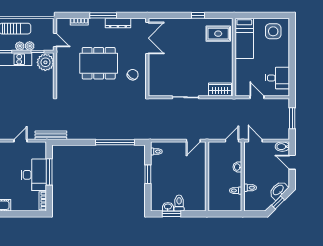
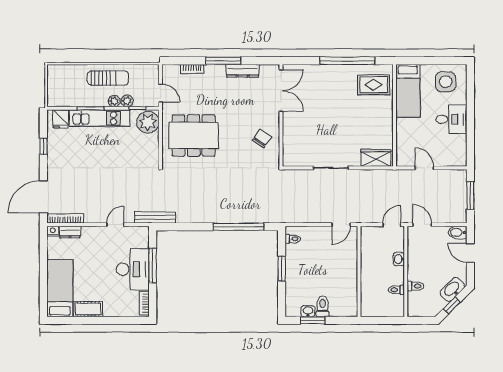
window: (198, 15) -> (347, 61), width x3.17
dining table: (99, 63) -> (194, 136), moved
desk: (278, 78) -> (451, 119), moved

